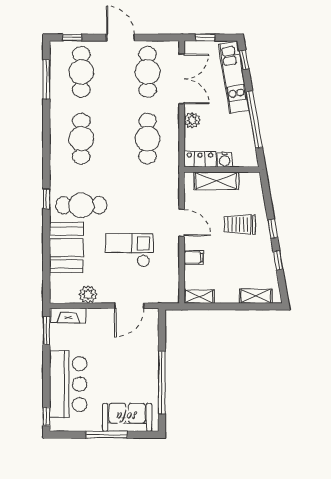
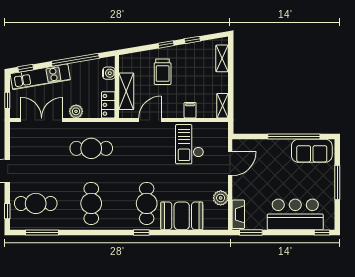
cafe table: (148, 72) -> (36, 148), removed
cafe table: (81, 139) -> (91, 203), turned 90
water cooler: (225, 160) -> (109, 73), moved
door: (182, 223) -> (150, 120), moved
checkout: (130, 250) -> (190, 144), moved
door: (129, 306) -> (230, 164), hinge flipped
sofa: (127, 417) -> (312, 151), moved, turned -90

